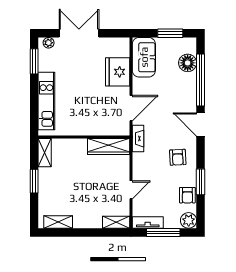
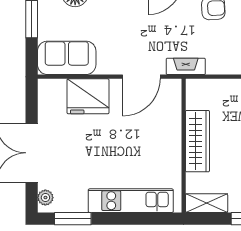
door: (131, 108) -> (141, 77), swing flipped
wardrobe: (109, 146) -> (197, 141), moved

